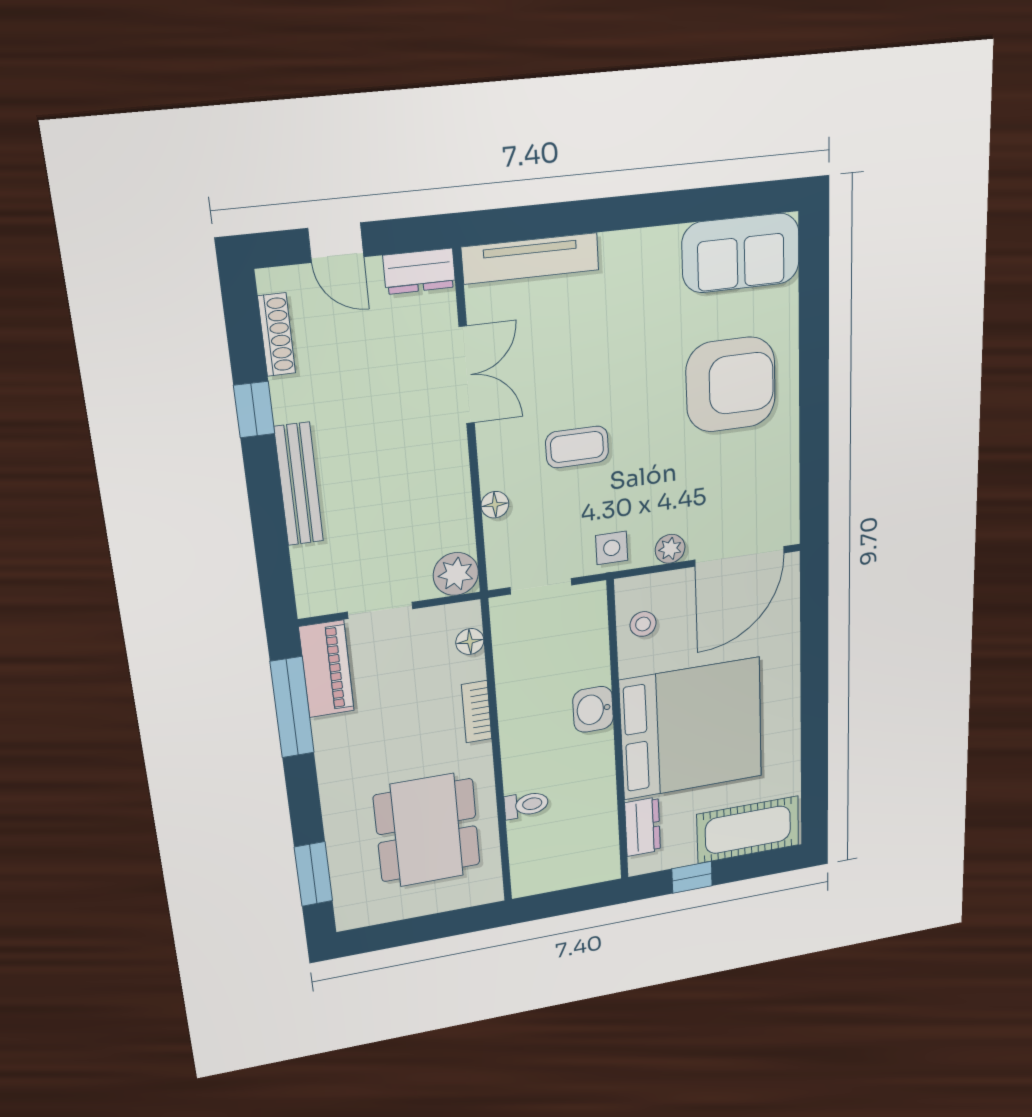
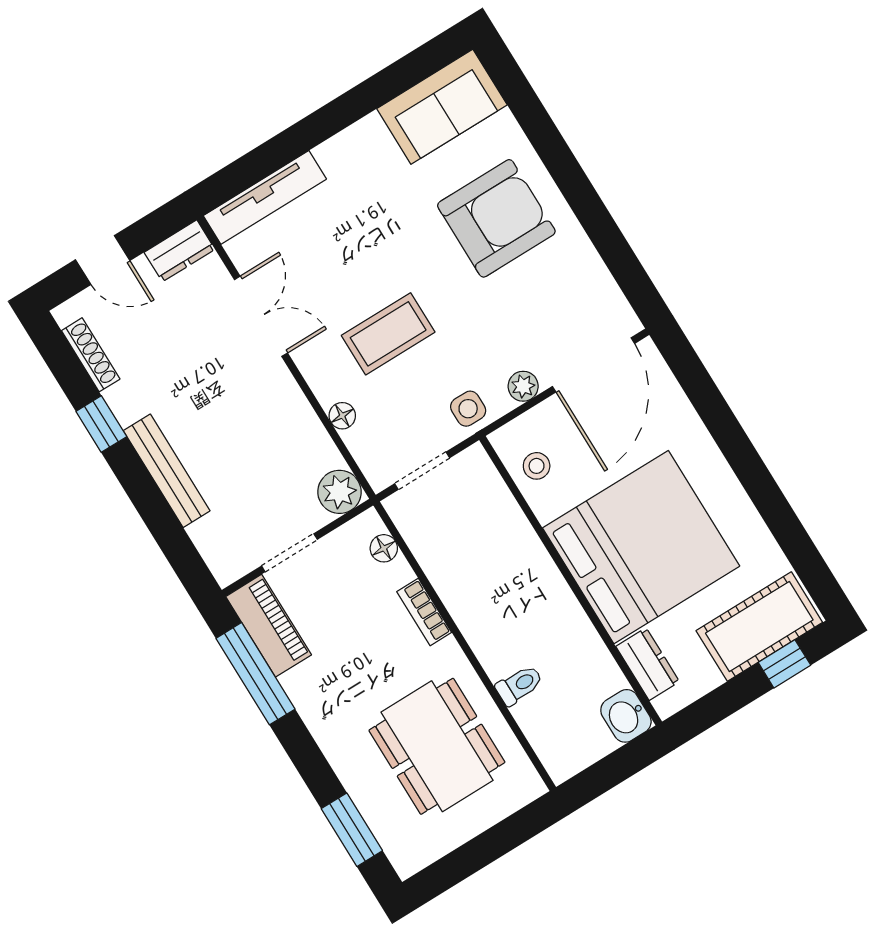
coffee table: (577, 447) -> (388, 334), width x1.36, depth x1.30
washbasin: (593, 709) -> (626, 716), moved
window: (692, 877) -> (784, 664), moved

